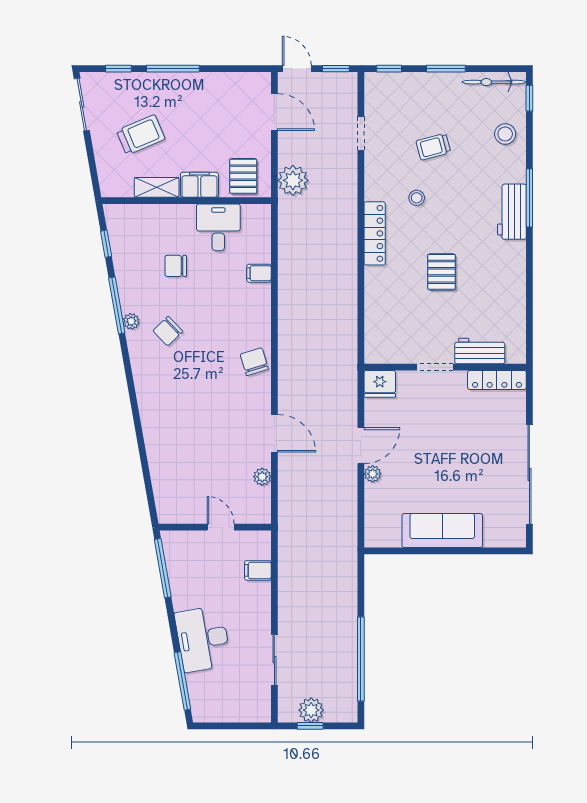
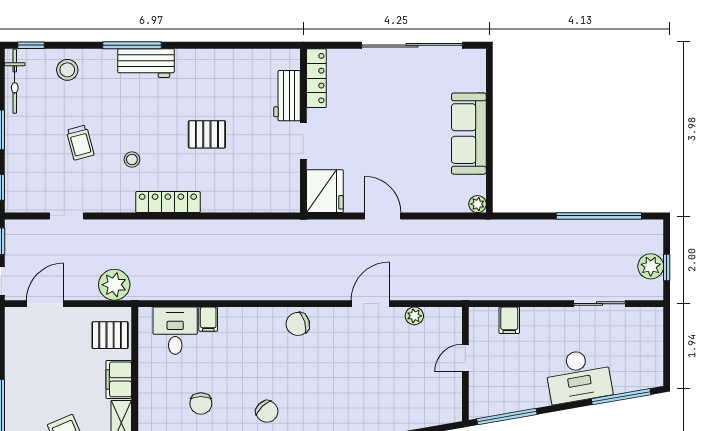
desk: (218, 227) -> (175, 331), moved, turned 90
fridge: (380, 384) -> (325, 191), width x1.36, depth x1.34
plant: (373, 474) -> (478, 204), moved

